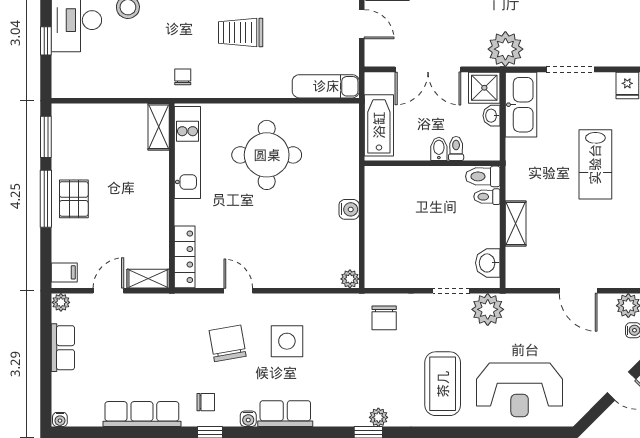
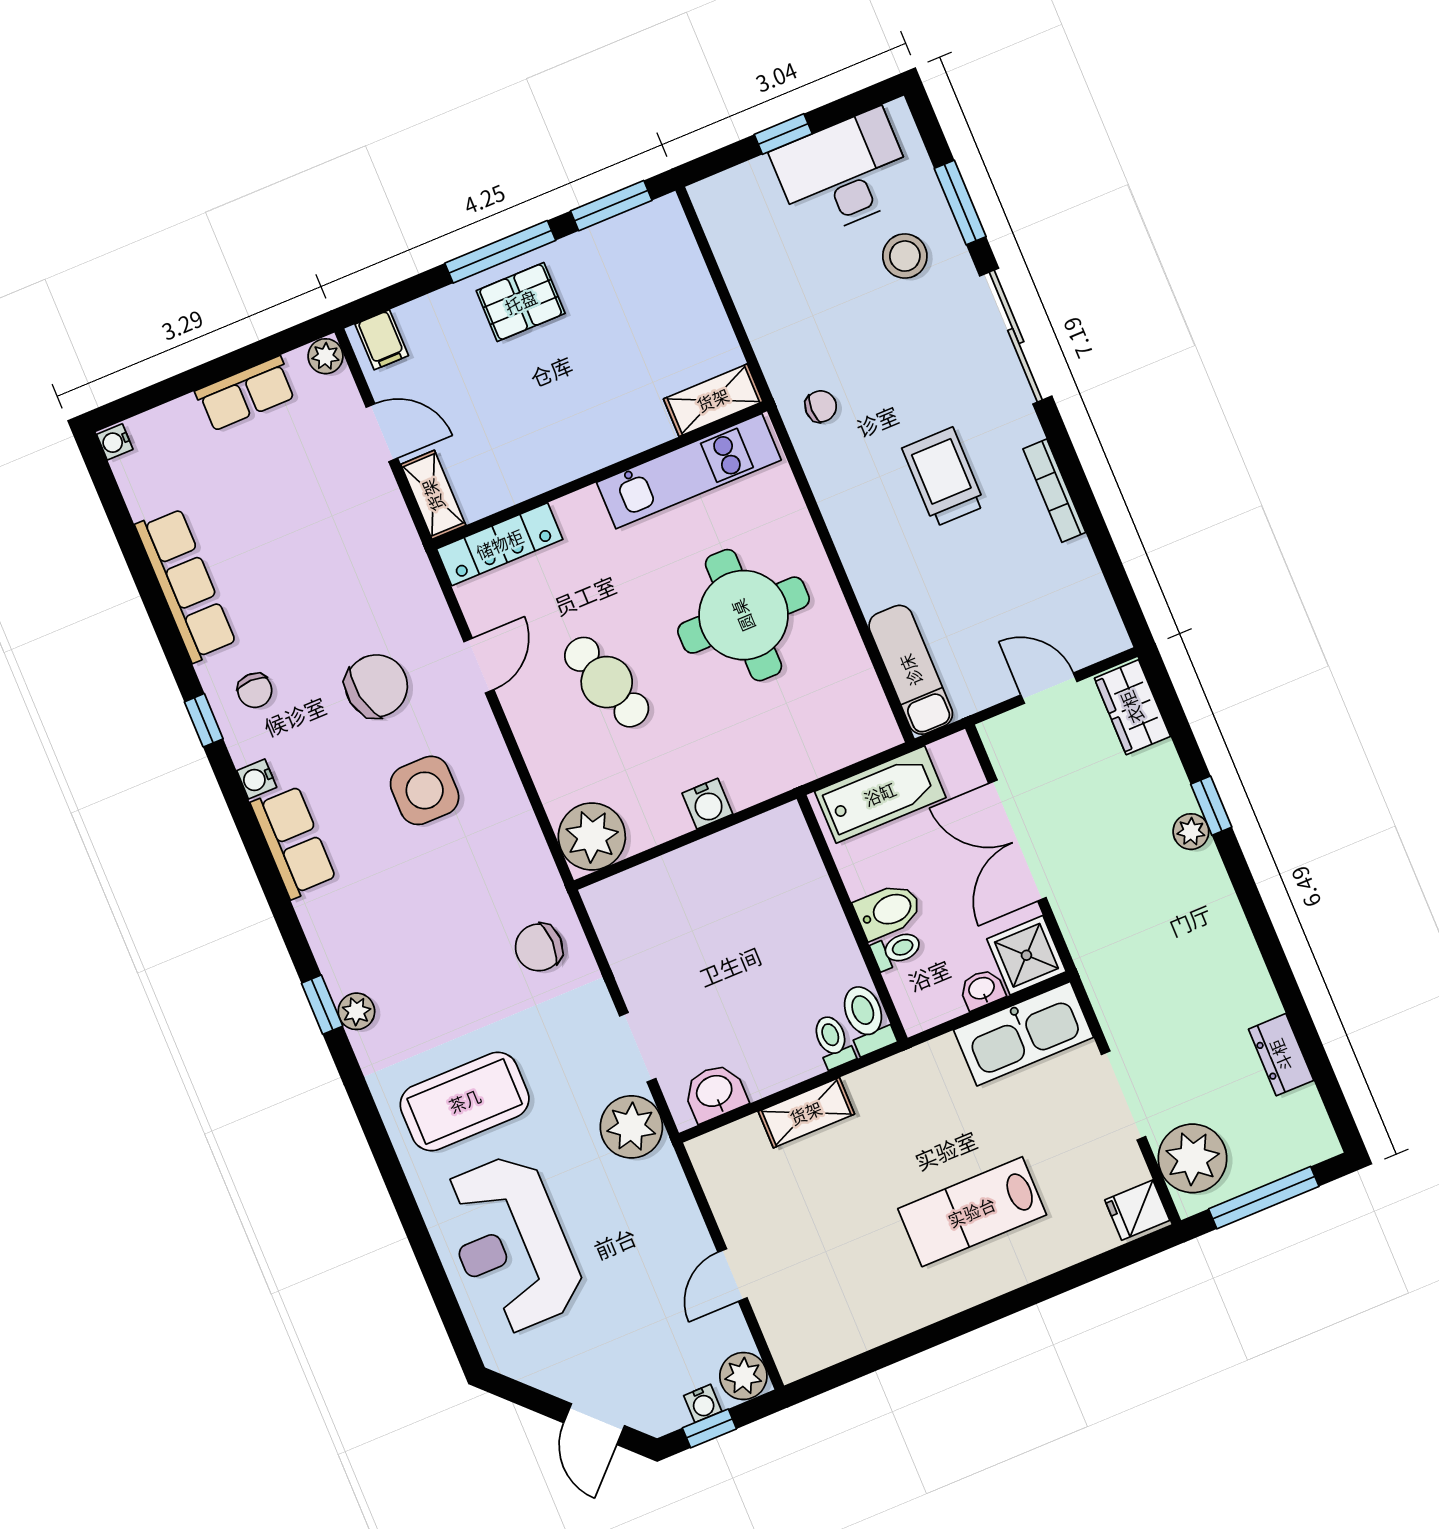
door: (362, 24) -> (1049, 688), swing flipped
plant: (505, 49) -> (1192, 1158), moved
bidet: (439, 149) -> (888, 911), width x1.38, depth x1.36
cafe table: (271, 233) -> (607, 682), added
plant: (350, 279) -> (592, 837), width x1.88, depth x1.88
door: (578, 291) -> (732, 1275), width x0.73

